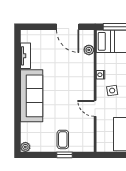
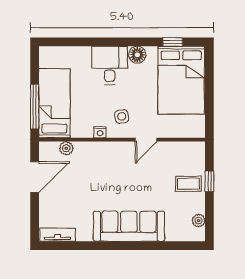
tv unit: (25, 56) -> (57, 235), moved
plant: (25, 147) -> (199, 221), moved

